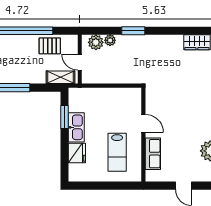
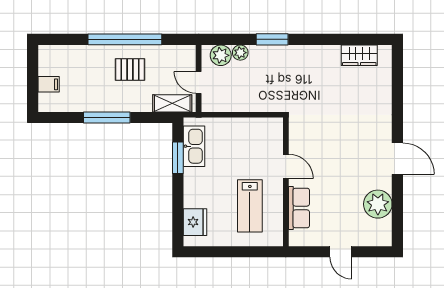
pallet: (50, 46) -> (130, 69), moved
kitchen sink: (76, 127) -> (194, 146), moved
fridge: (77, 153) -> (195, 222), moved

